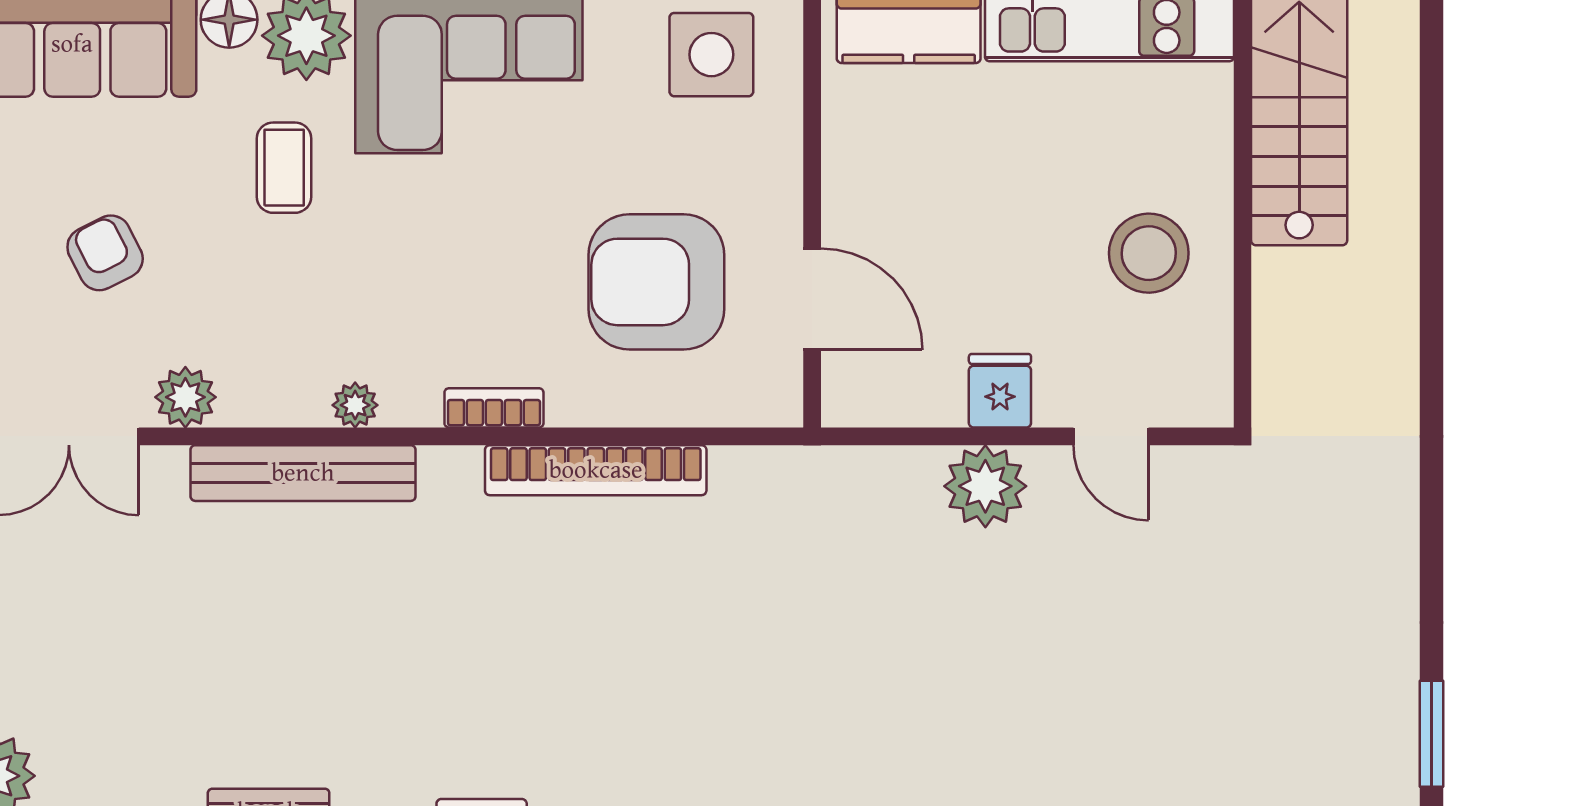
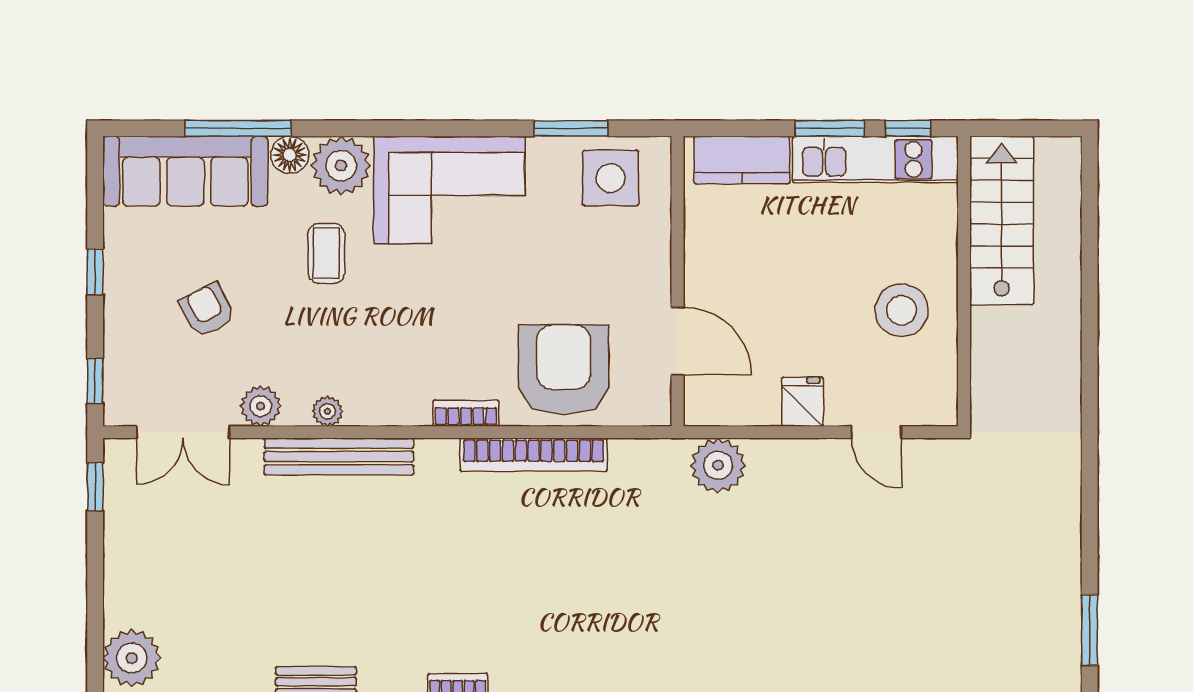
armchair: (656, 282) -> (564, 370), moved, turned 90
plant: (355, 405) -> (327, 411), moved
plant: (985, 486) -> (718, 465), moved

